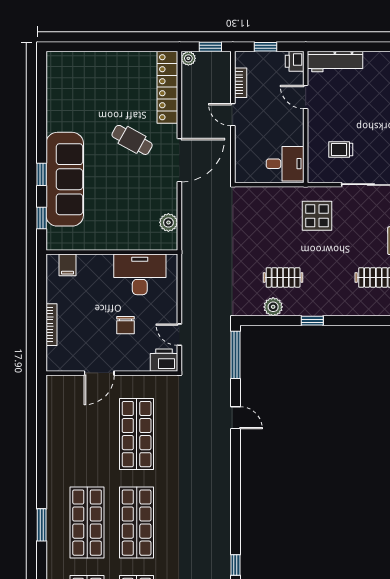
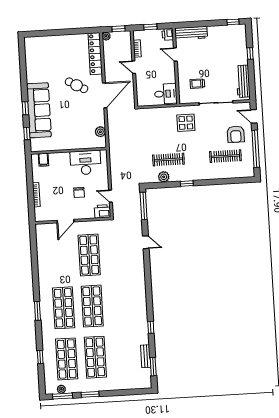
clothes rail: (283, 277) -> (168, 160), width x1.36

